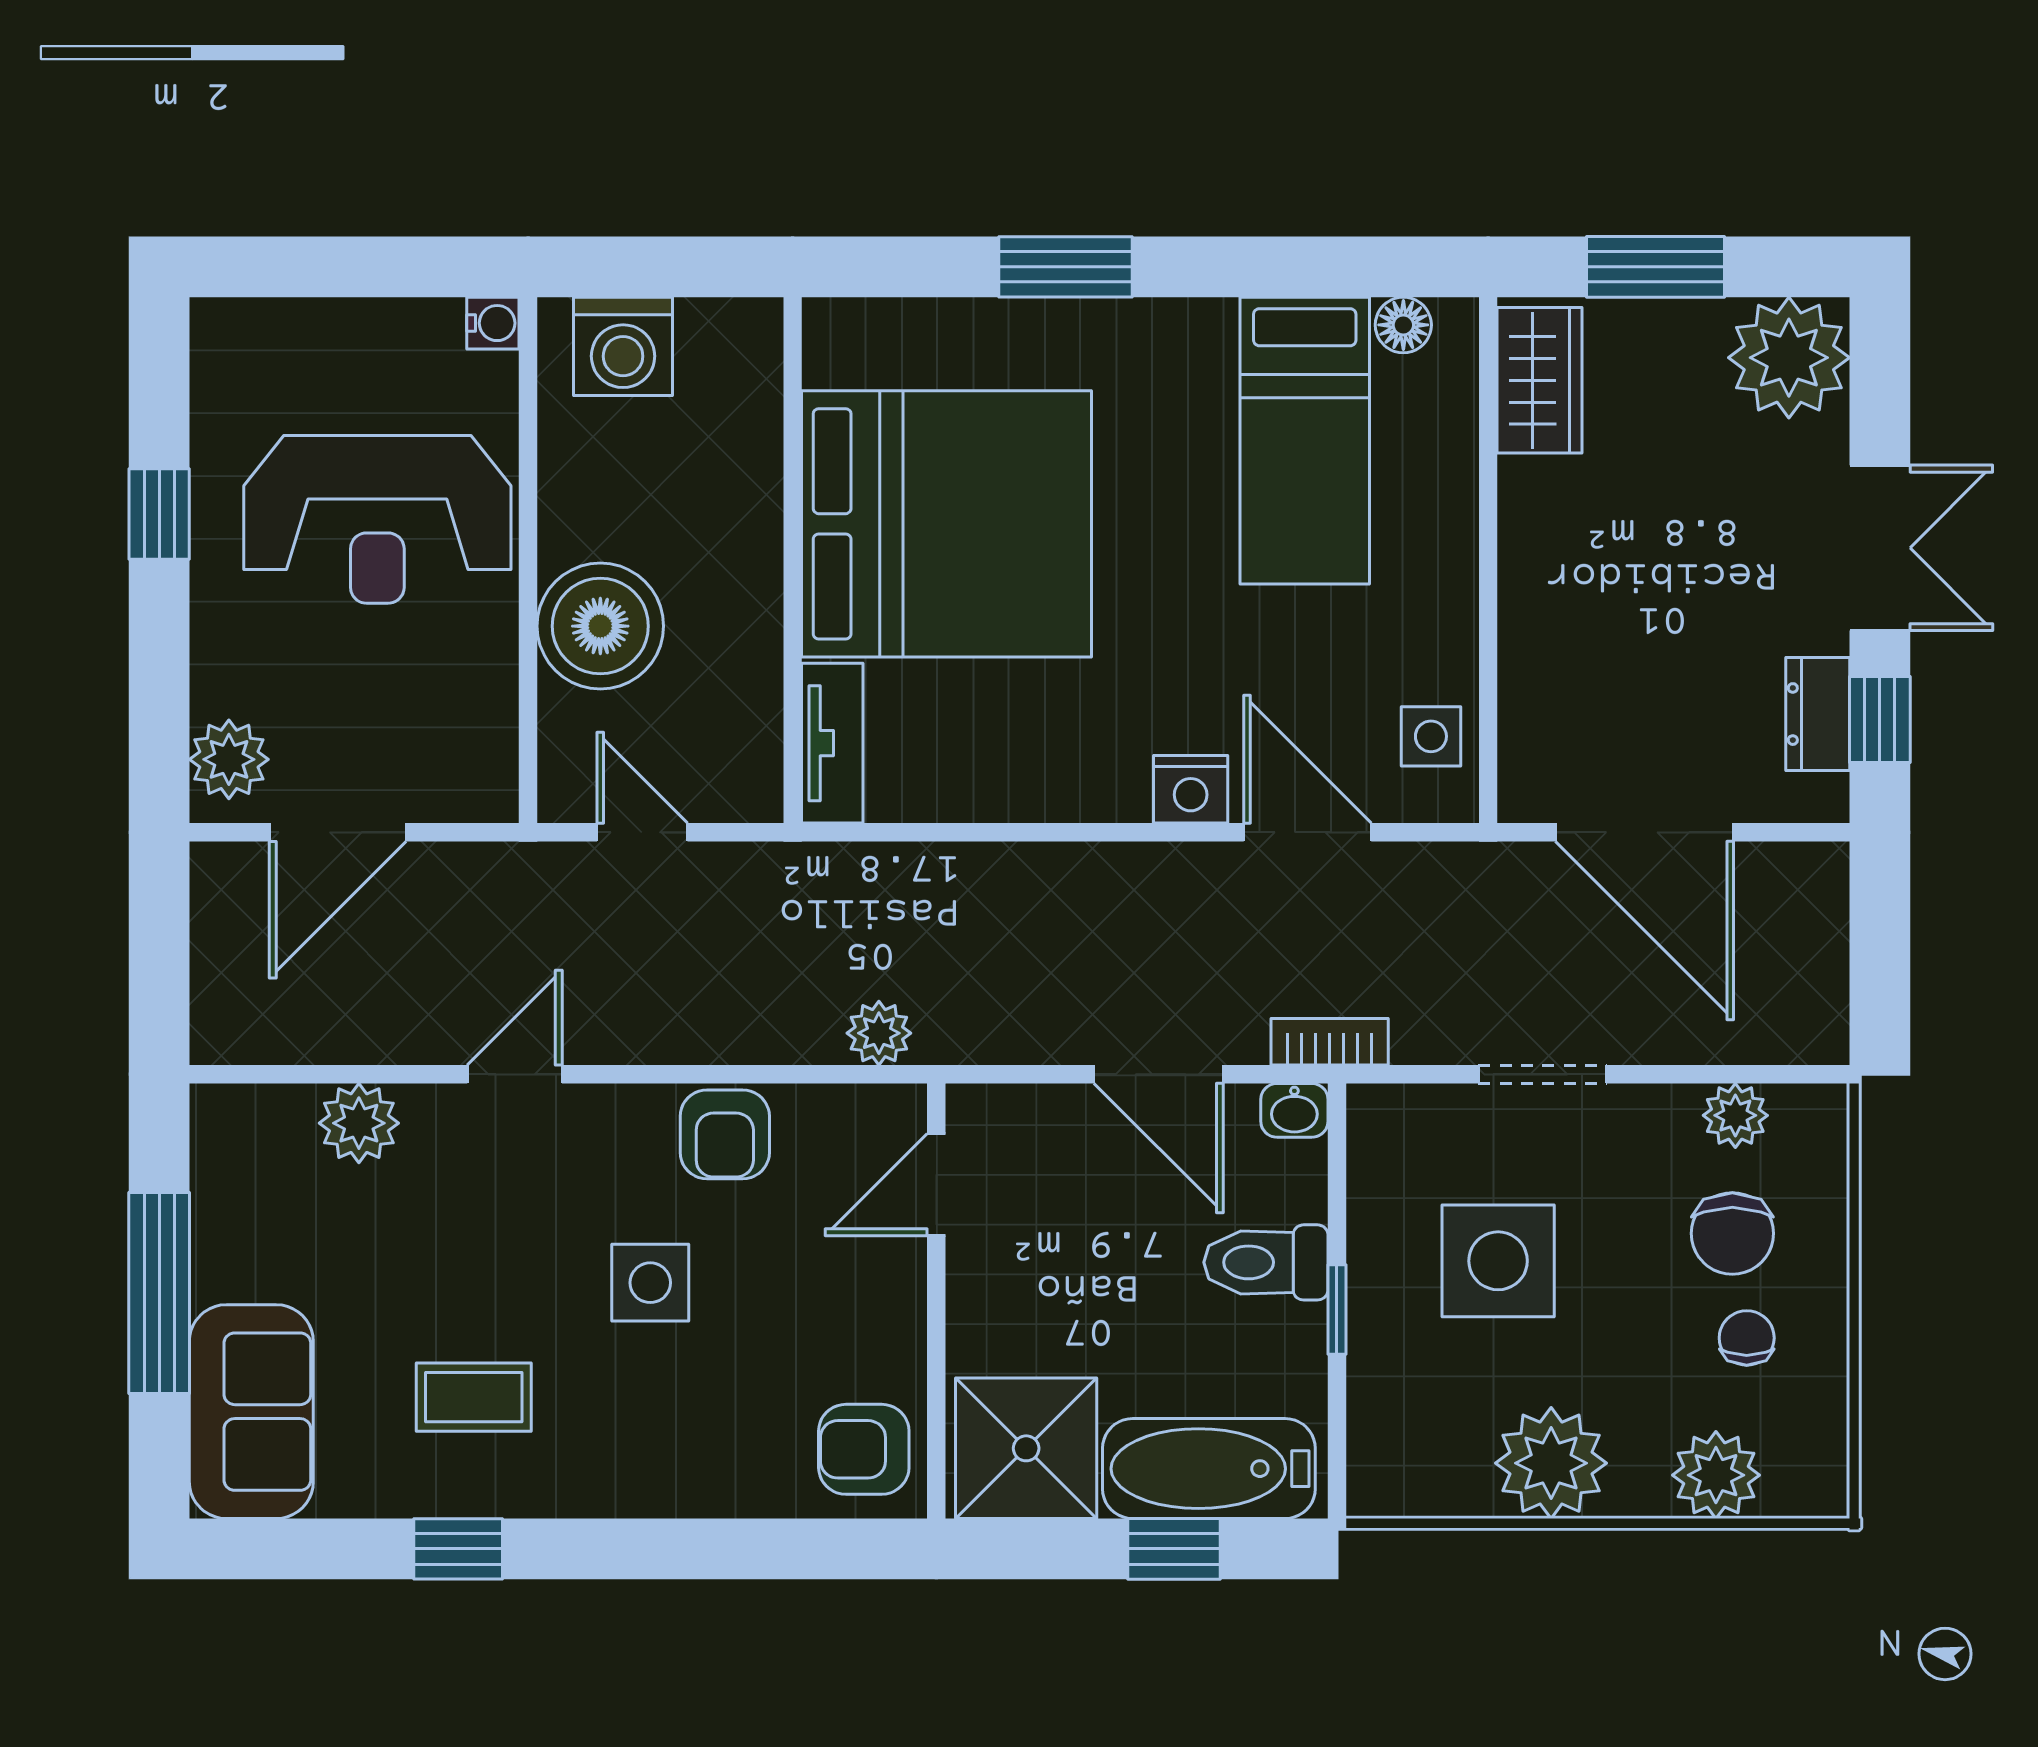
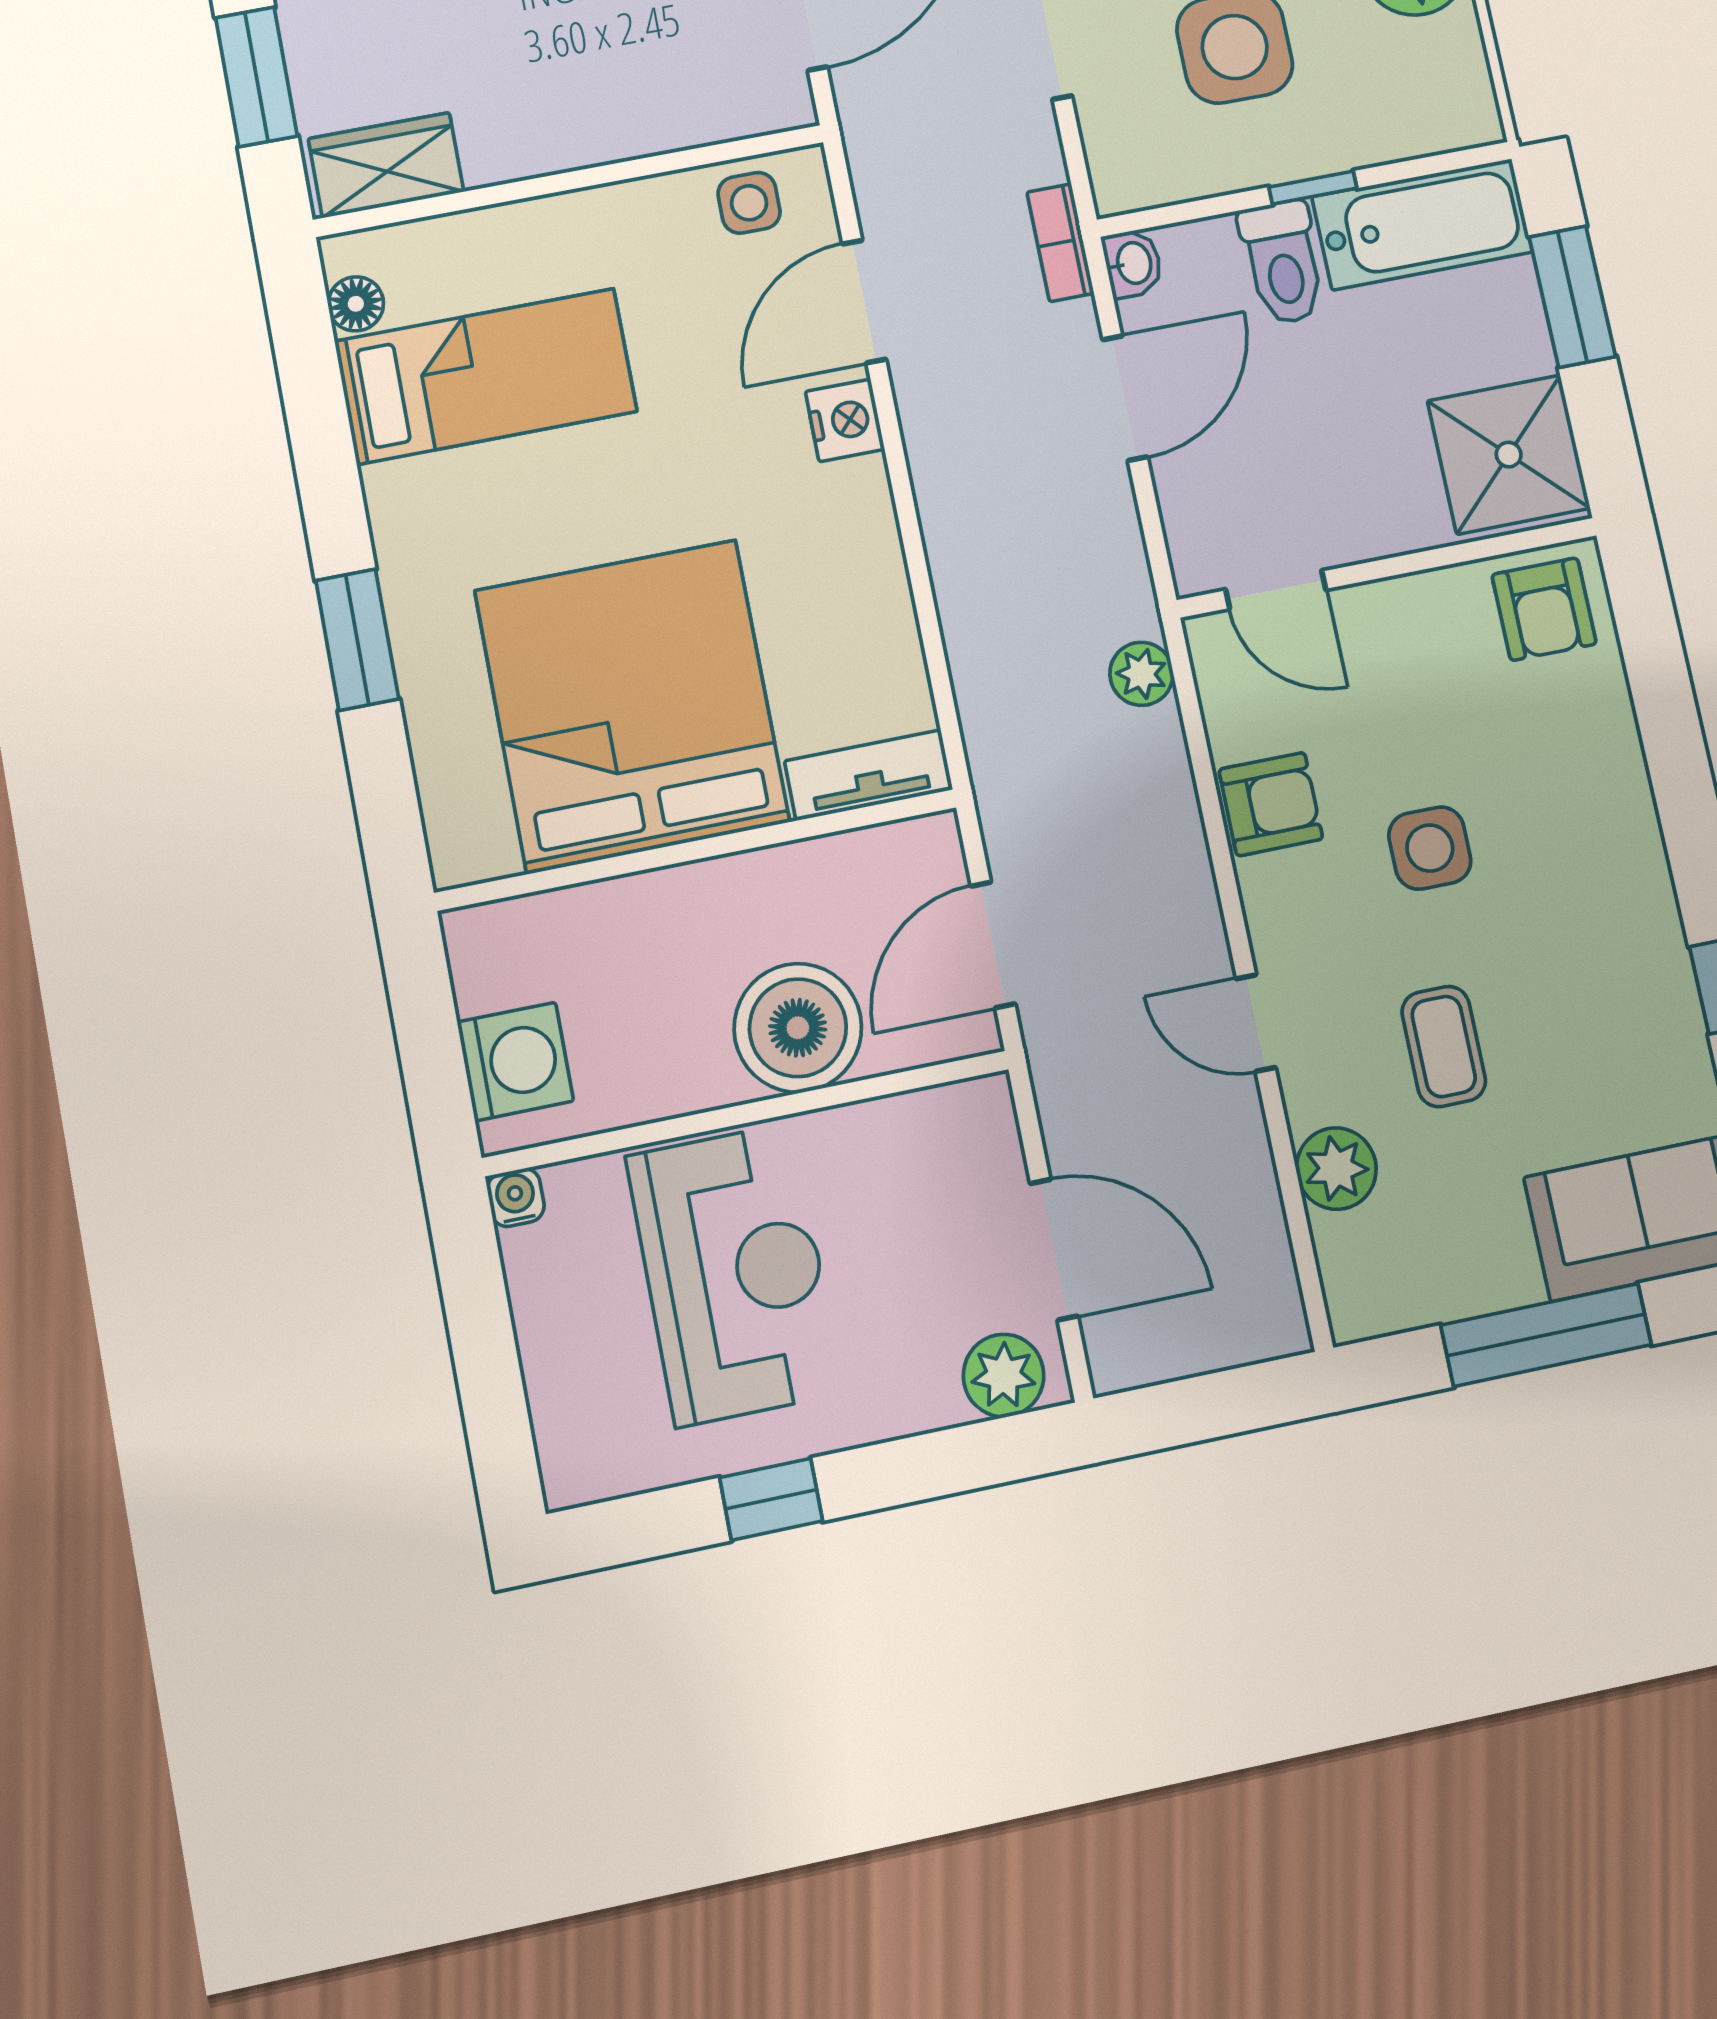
door: (642, 832) -> (993, 945), width x1.38
coffee table: (474, 1397) -> (1444, 1046), moved
bathtub: (1209, 1469) -> (1422, 224), moved, turned -90
window: (1174, 1549) -> (1572, 297), width x1.50

